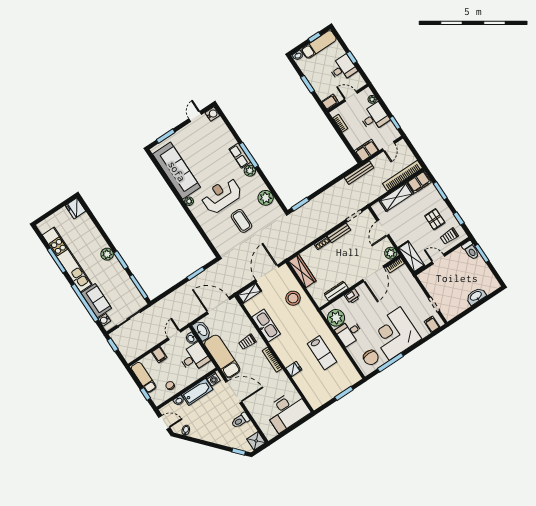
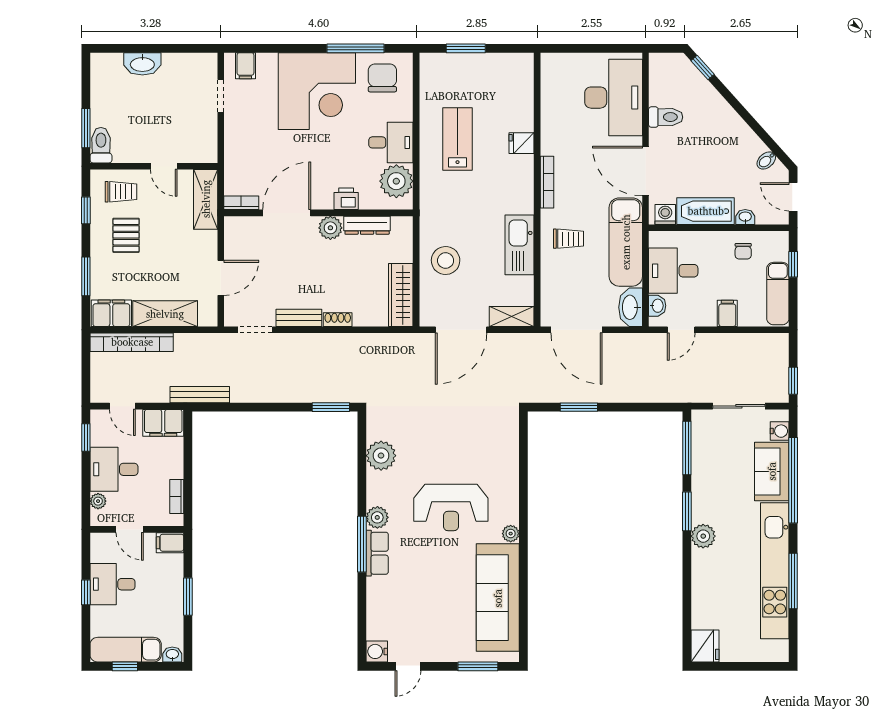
door: (389, 146) -> (122, 406), swing flipped
coffee table: (241, 221) -> (446, 444), removed
plant: (391, 253) -> (330, 228), moved
desk: (287, 411) -> (614, 98), moved, turned 90
shower: (256, 441) -> (662, 66), removed

